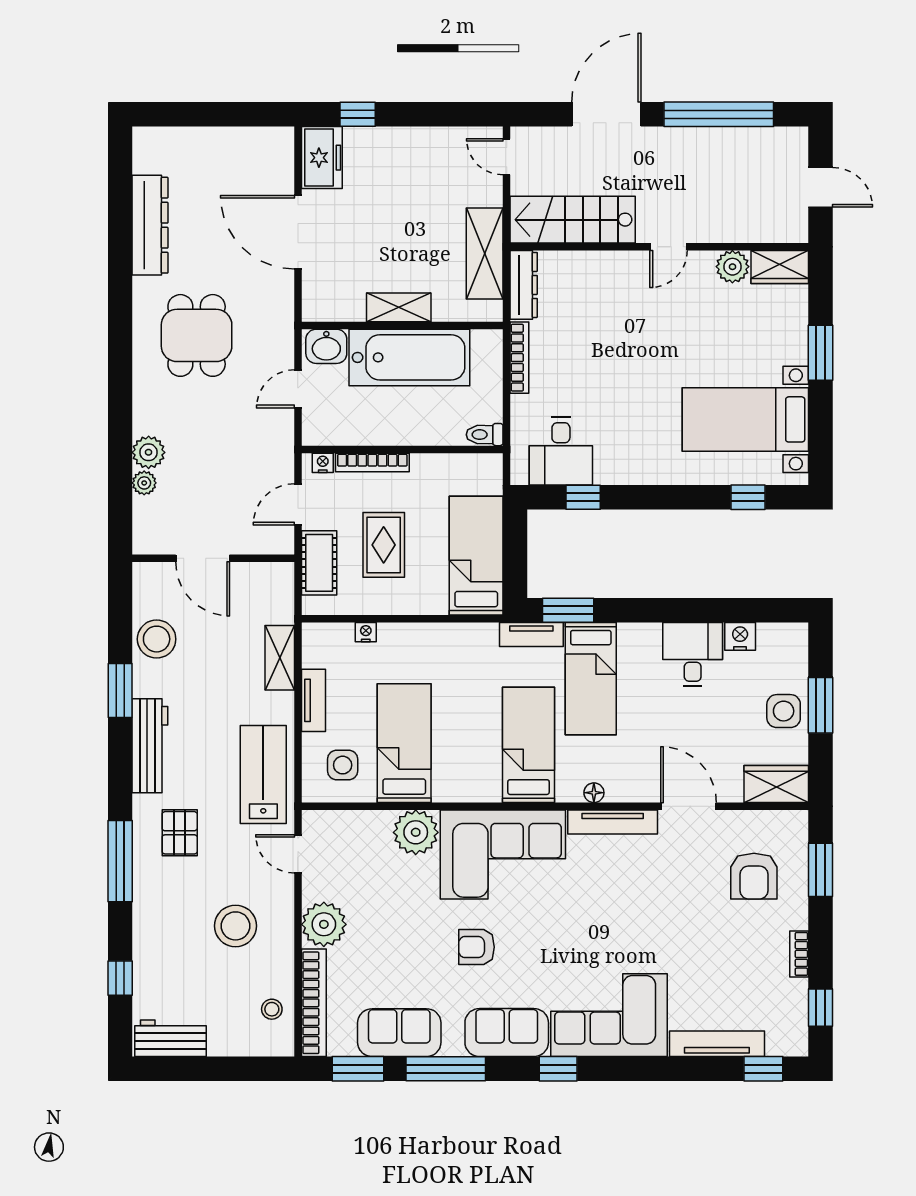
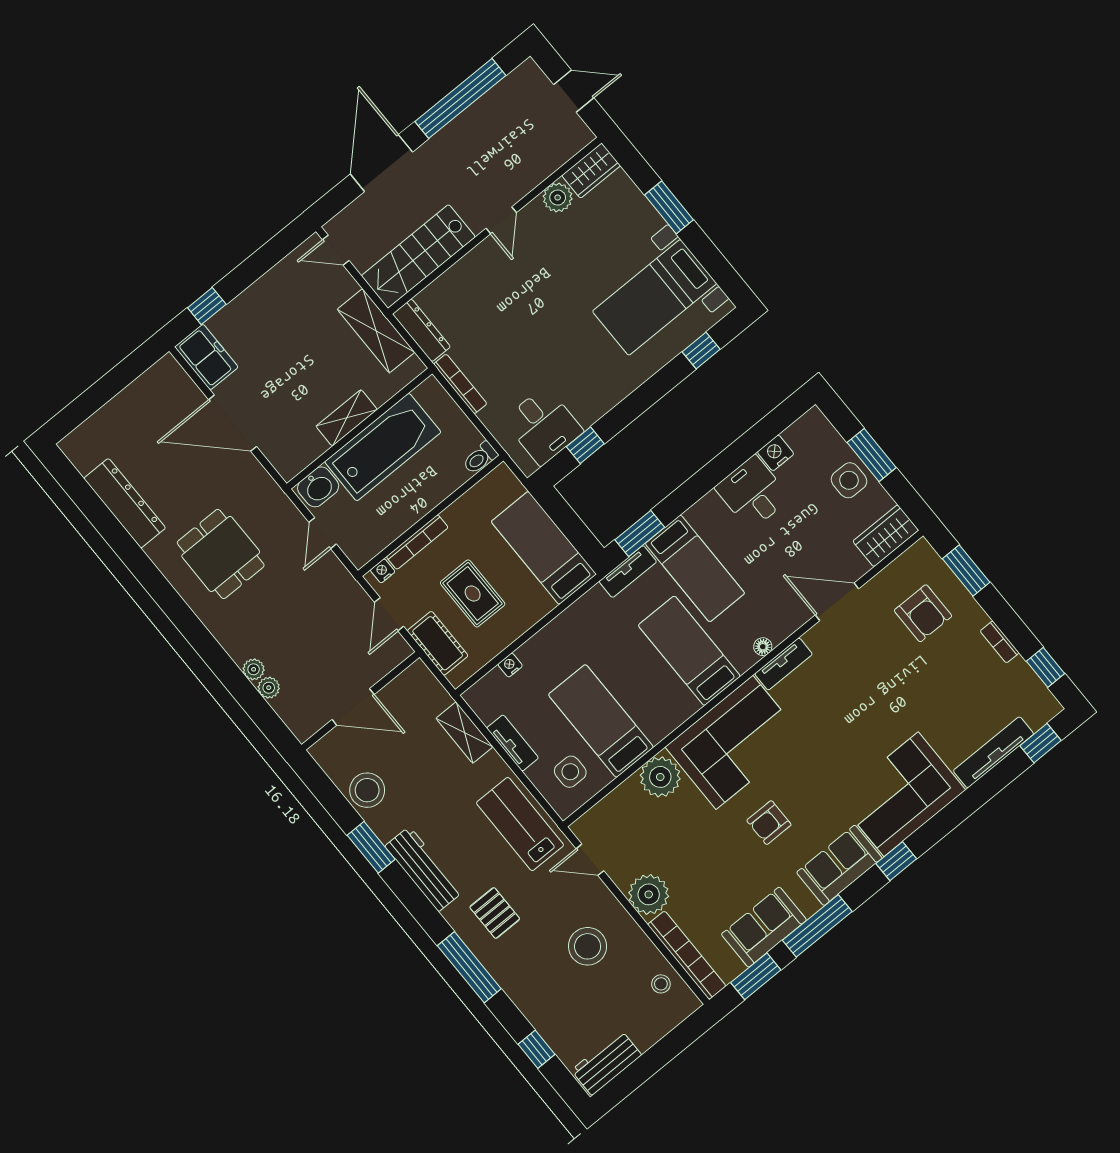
plant: (149, 452) -> (254, 669), width x0.73, depth x0.73
tv unit: (613, 822) -> (784, 664), width x0.71

